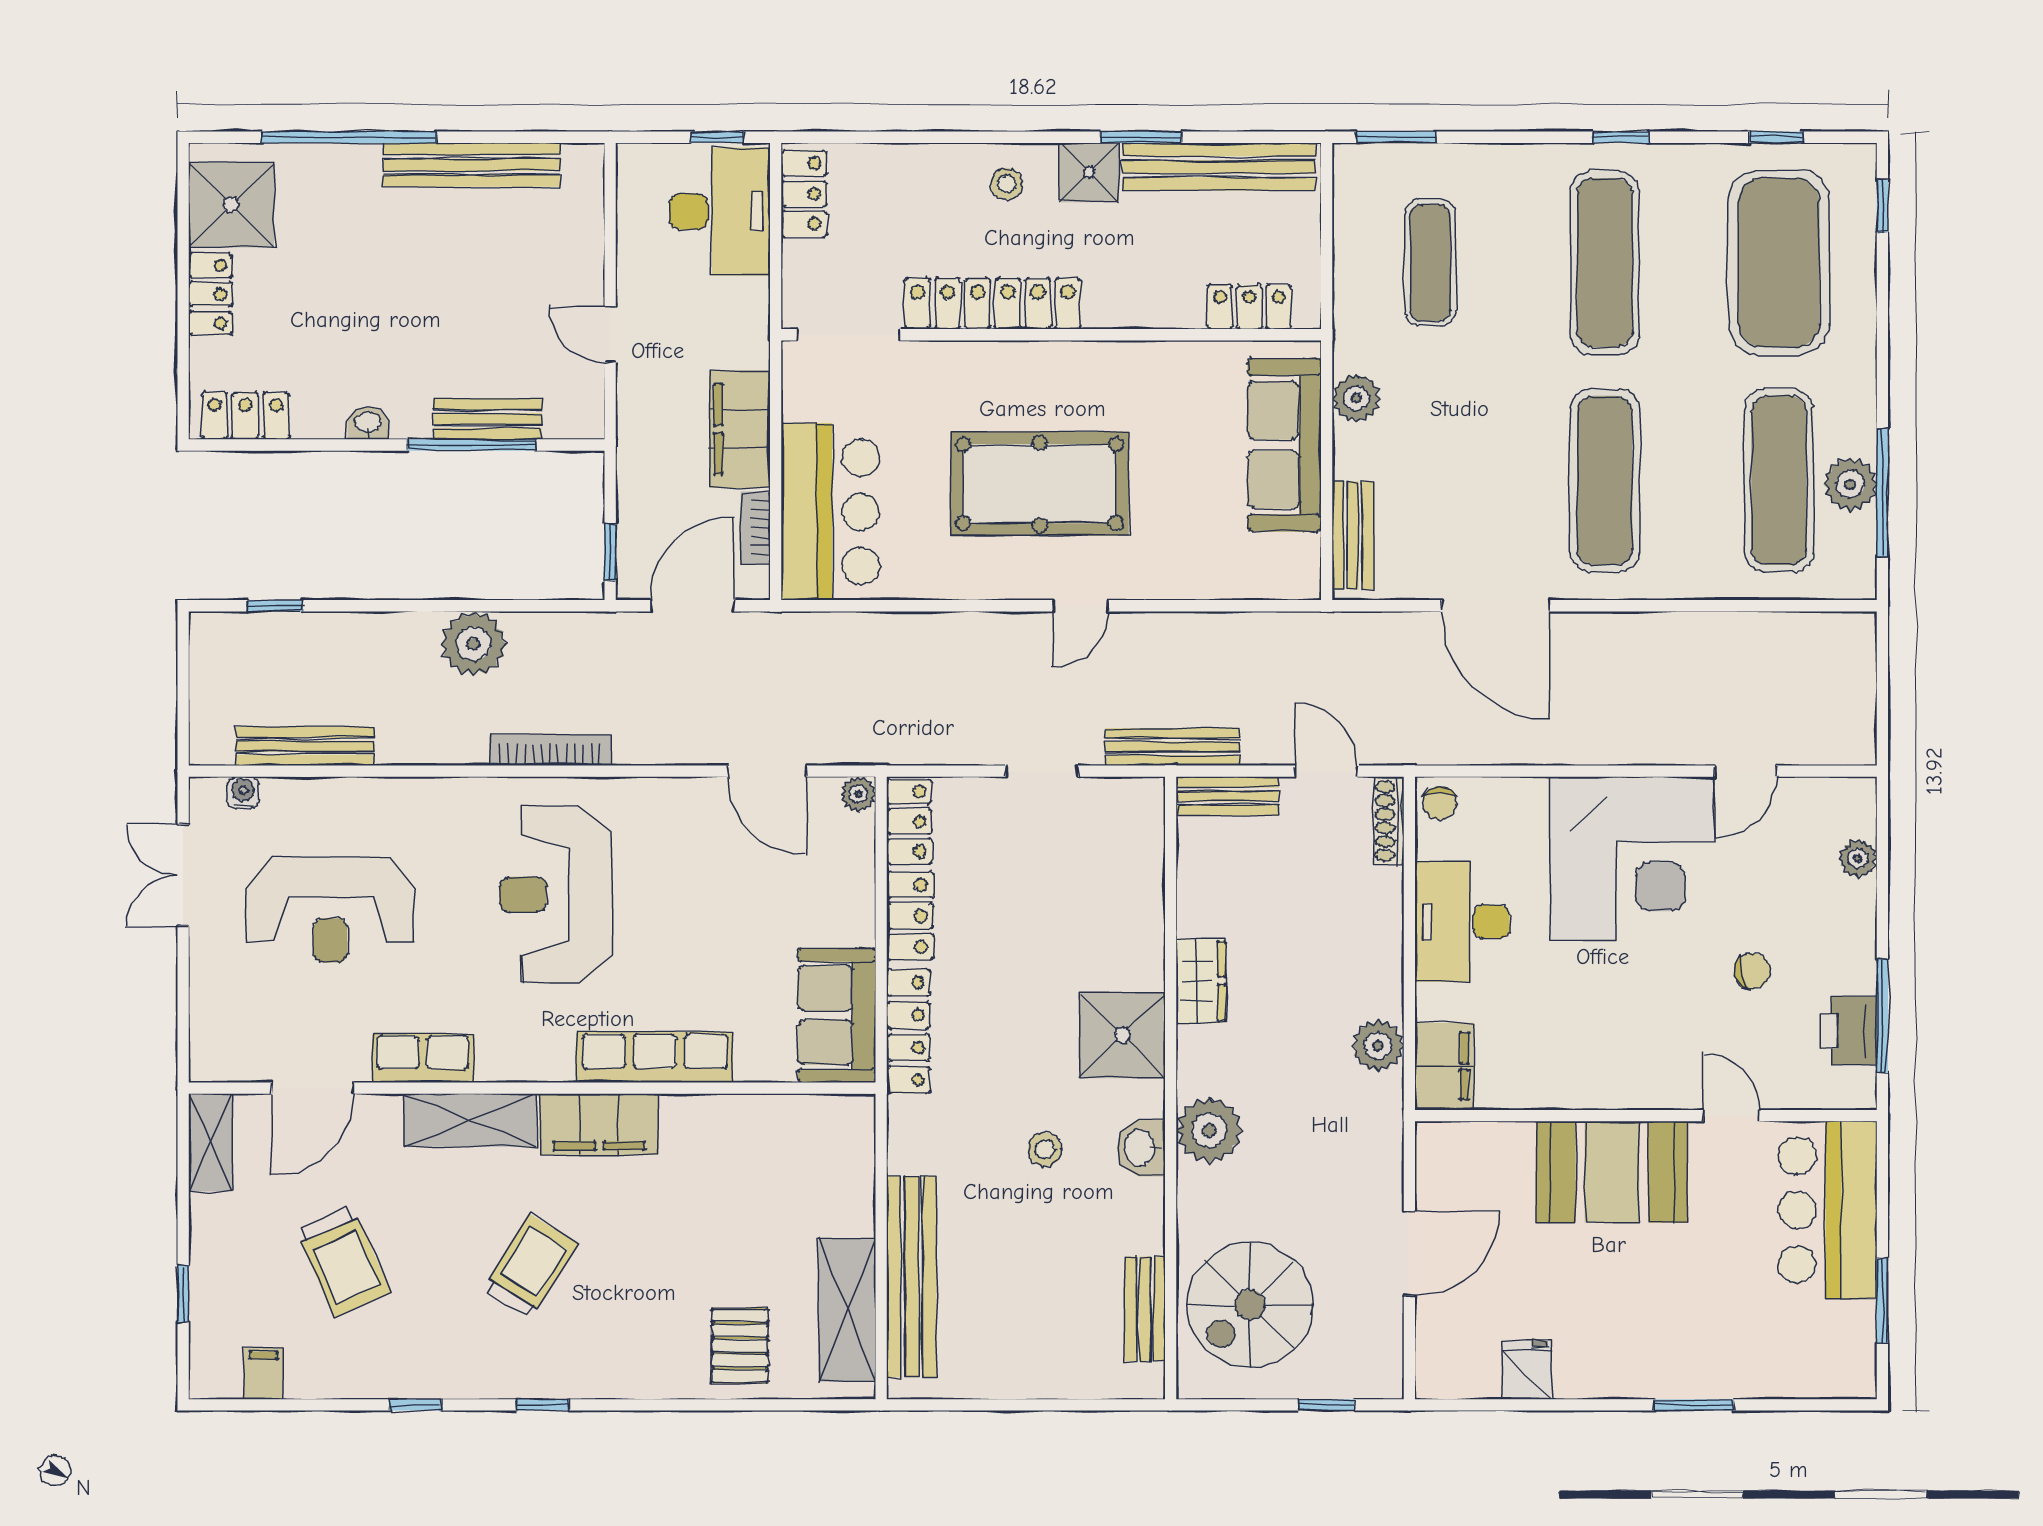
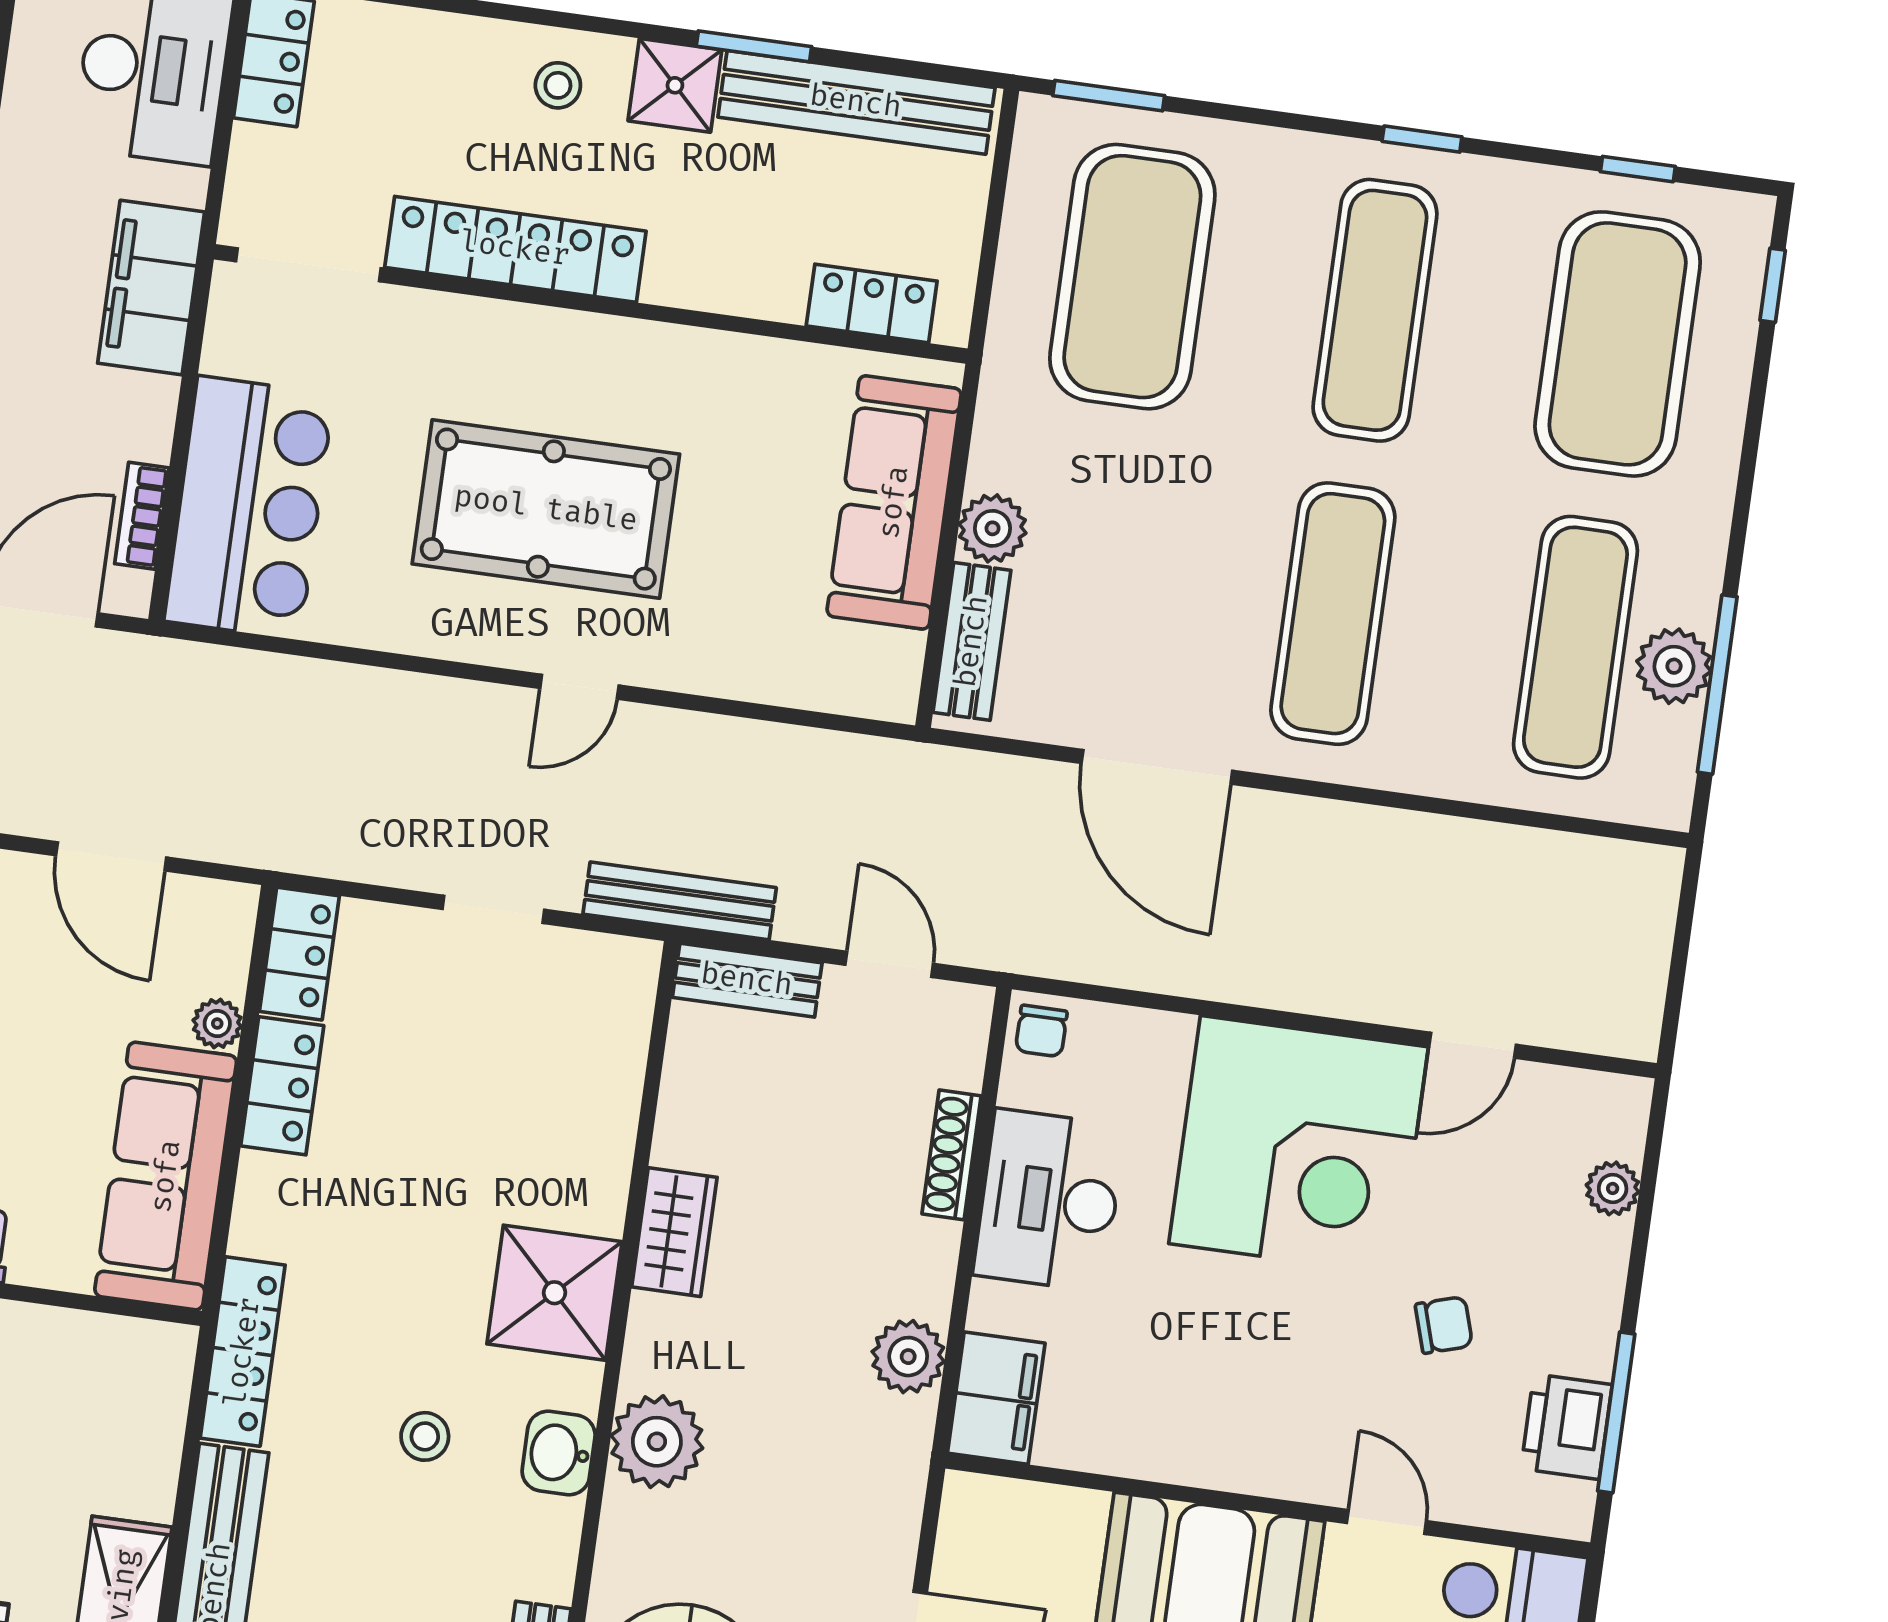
exercise mat: (1430, 263) -> (1132, 277), width x2.00, depth x1.45
plant: (1356, 398) -> (993, 528), moved
filing cabinet: (740, 429) -> (151, 288), moved
plant: (858, 794) -> (217, 1023), moved
shoe rack: (1389, 821) -> (952, 1155), moved
sofa: (837, 1015) -> (166, 1176), width x1.36
locker: (908, 1031) -> (243, 1352), moved

